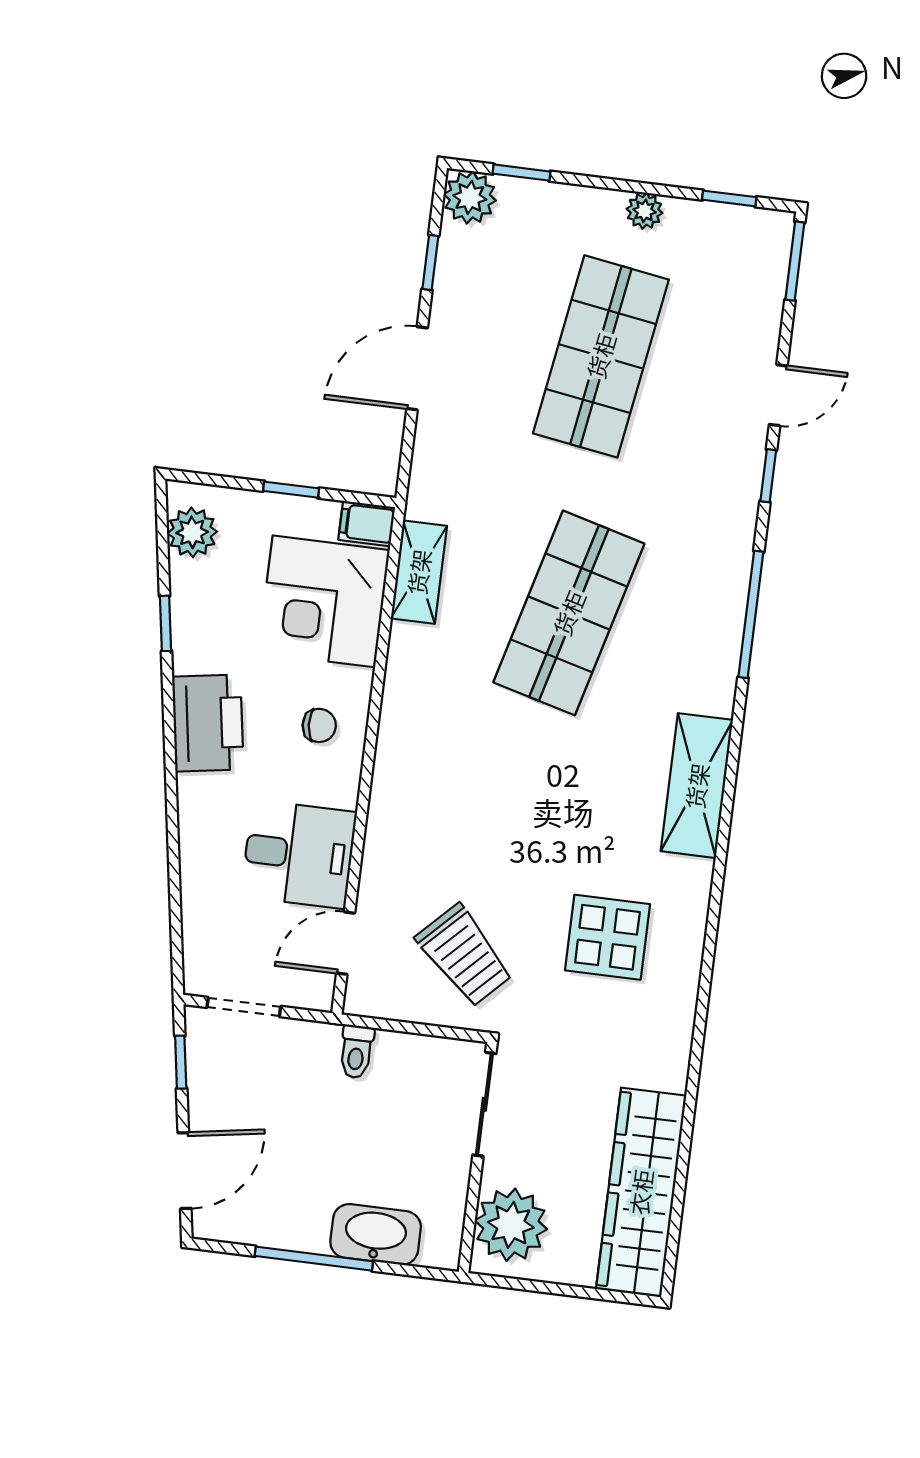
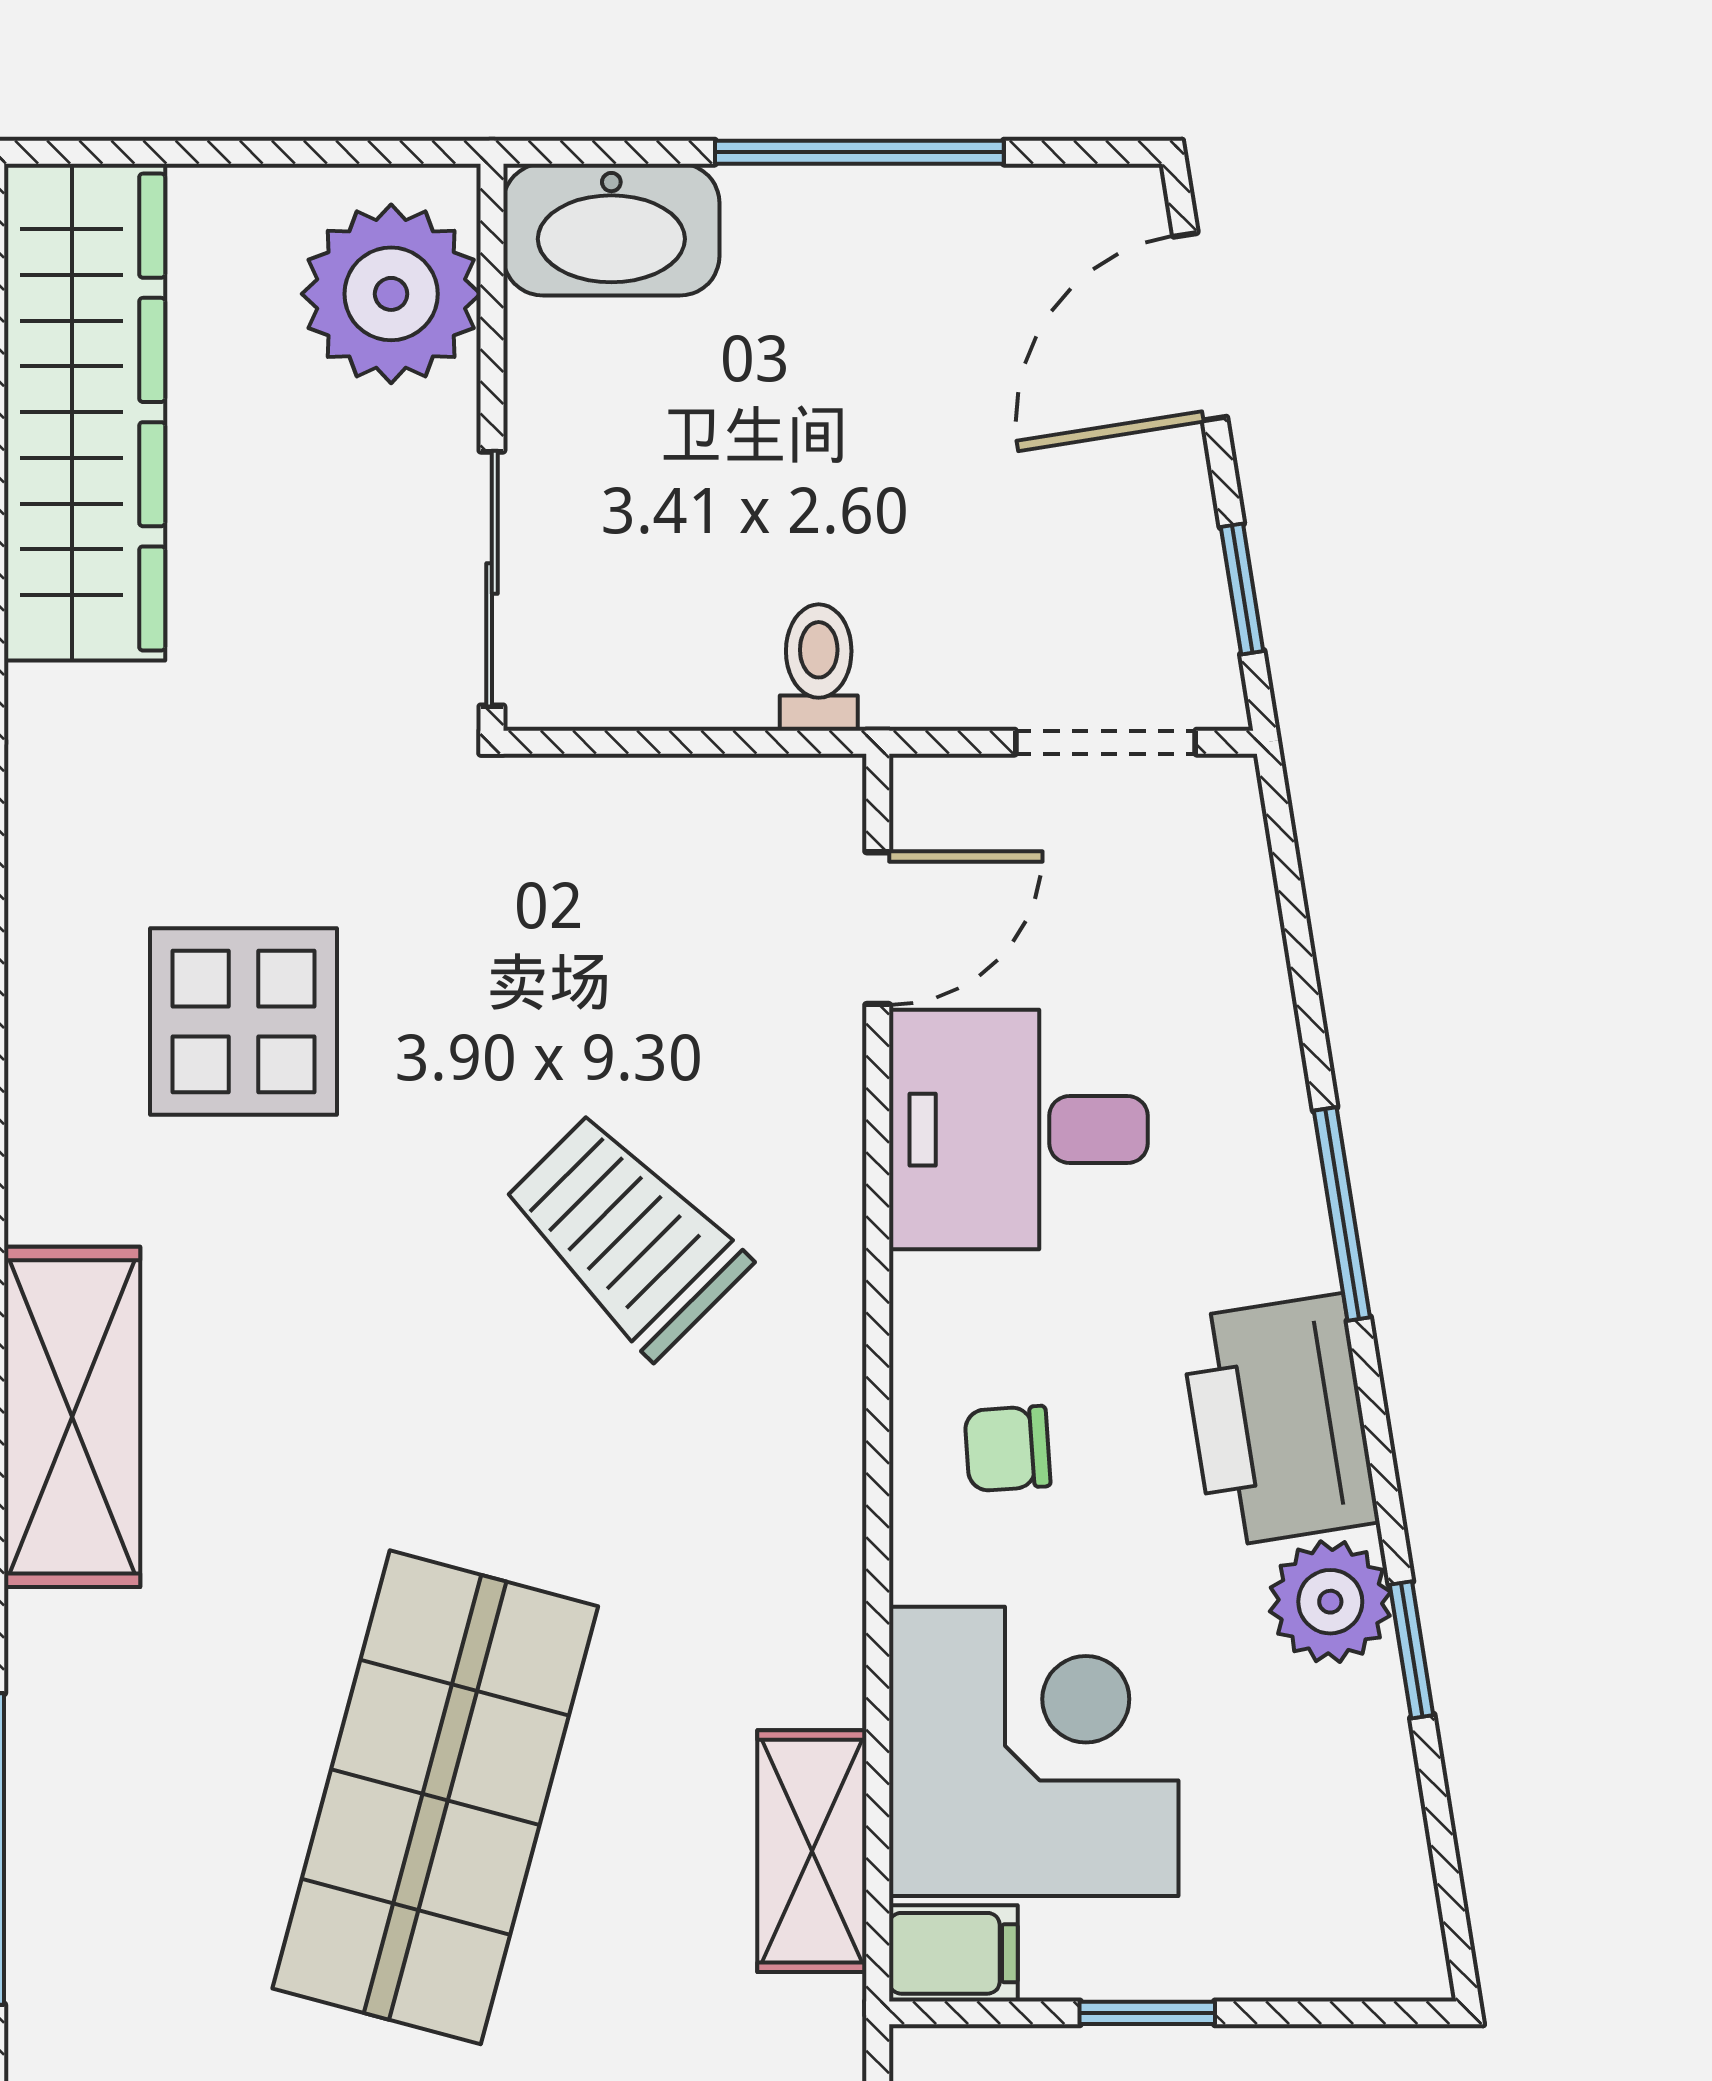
plant: (192, 532) -> (1330, 1602), moved
window: (172, 804) -> (1342, 1214), added
trolley: (464, 955) -> (626, 1234), moved
washbasin: (376, 1234) -> (611, 230), moved

